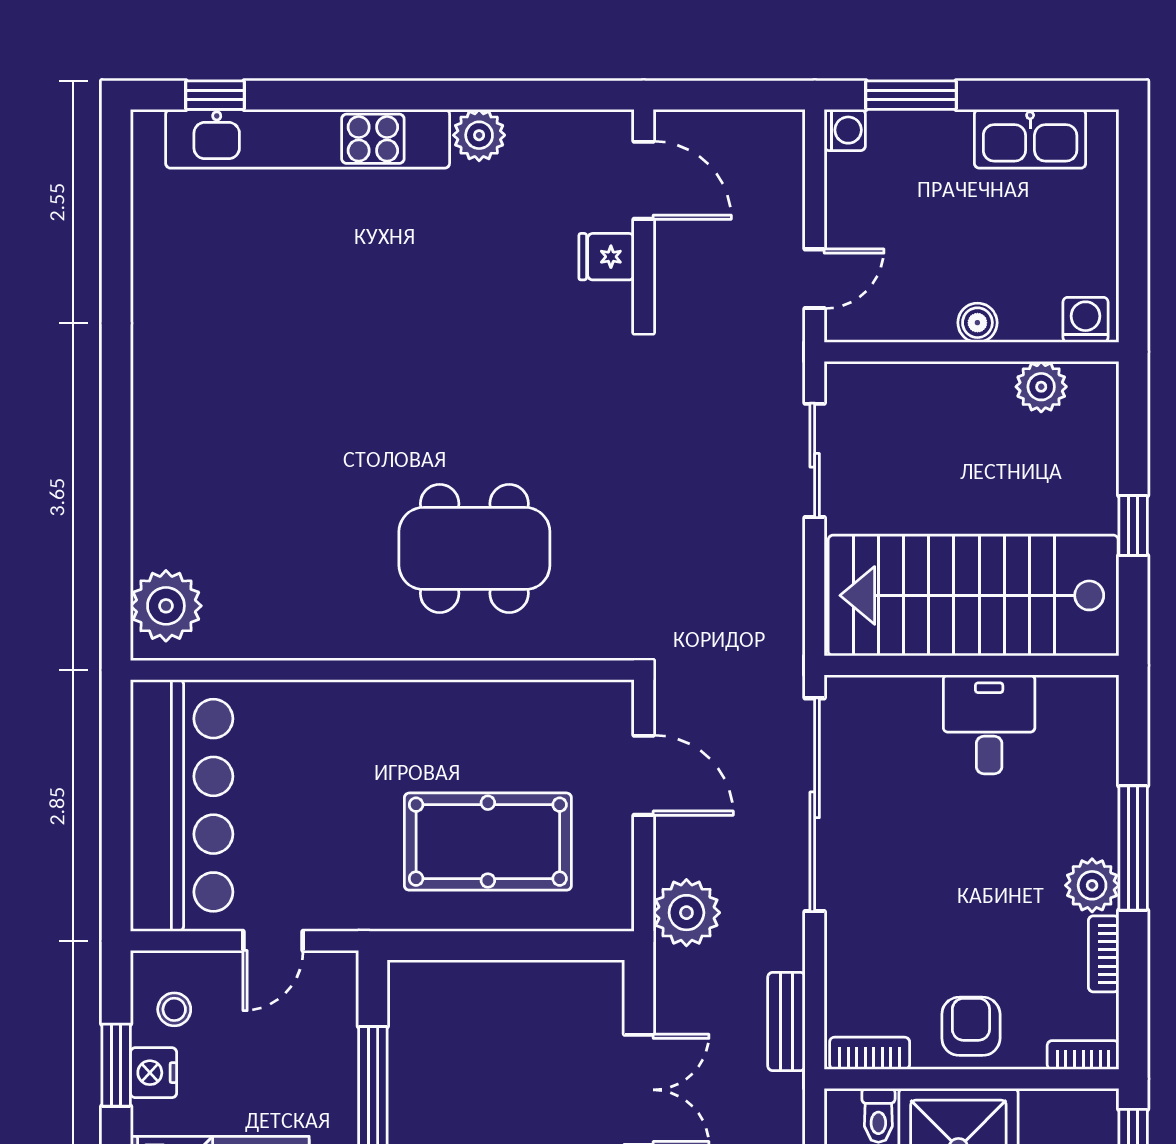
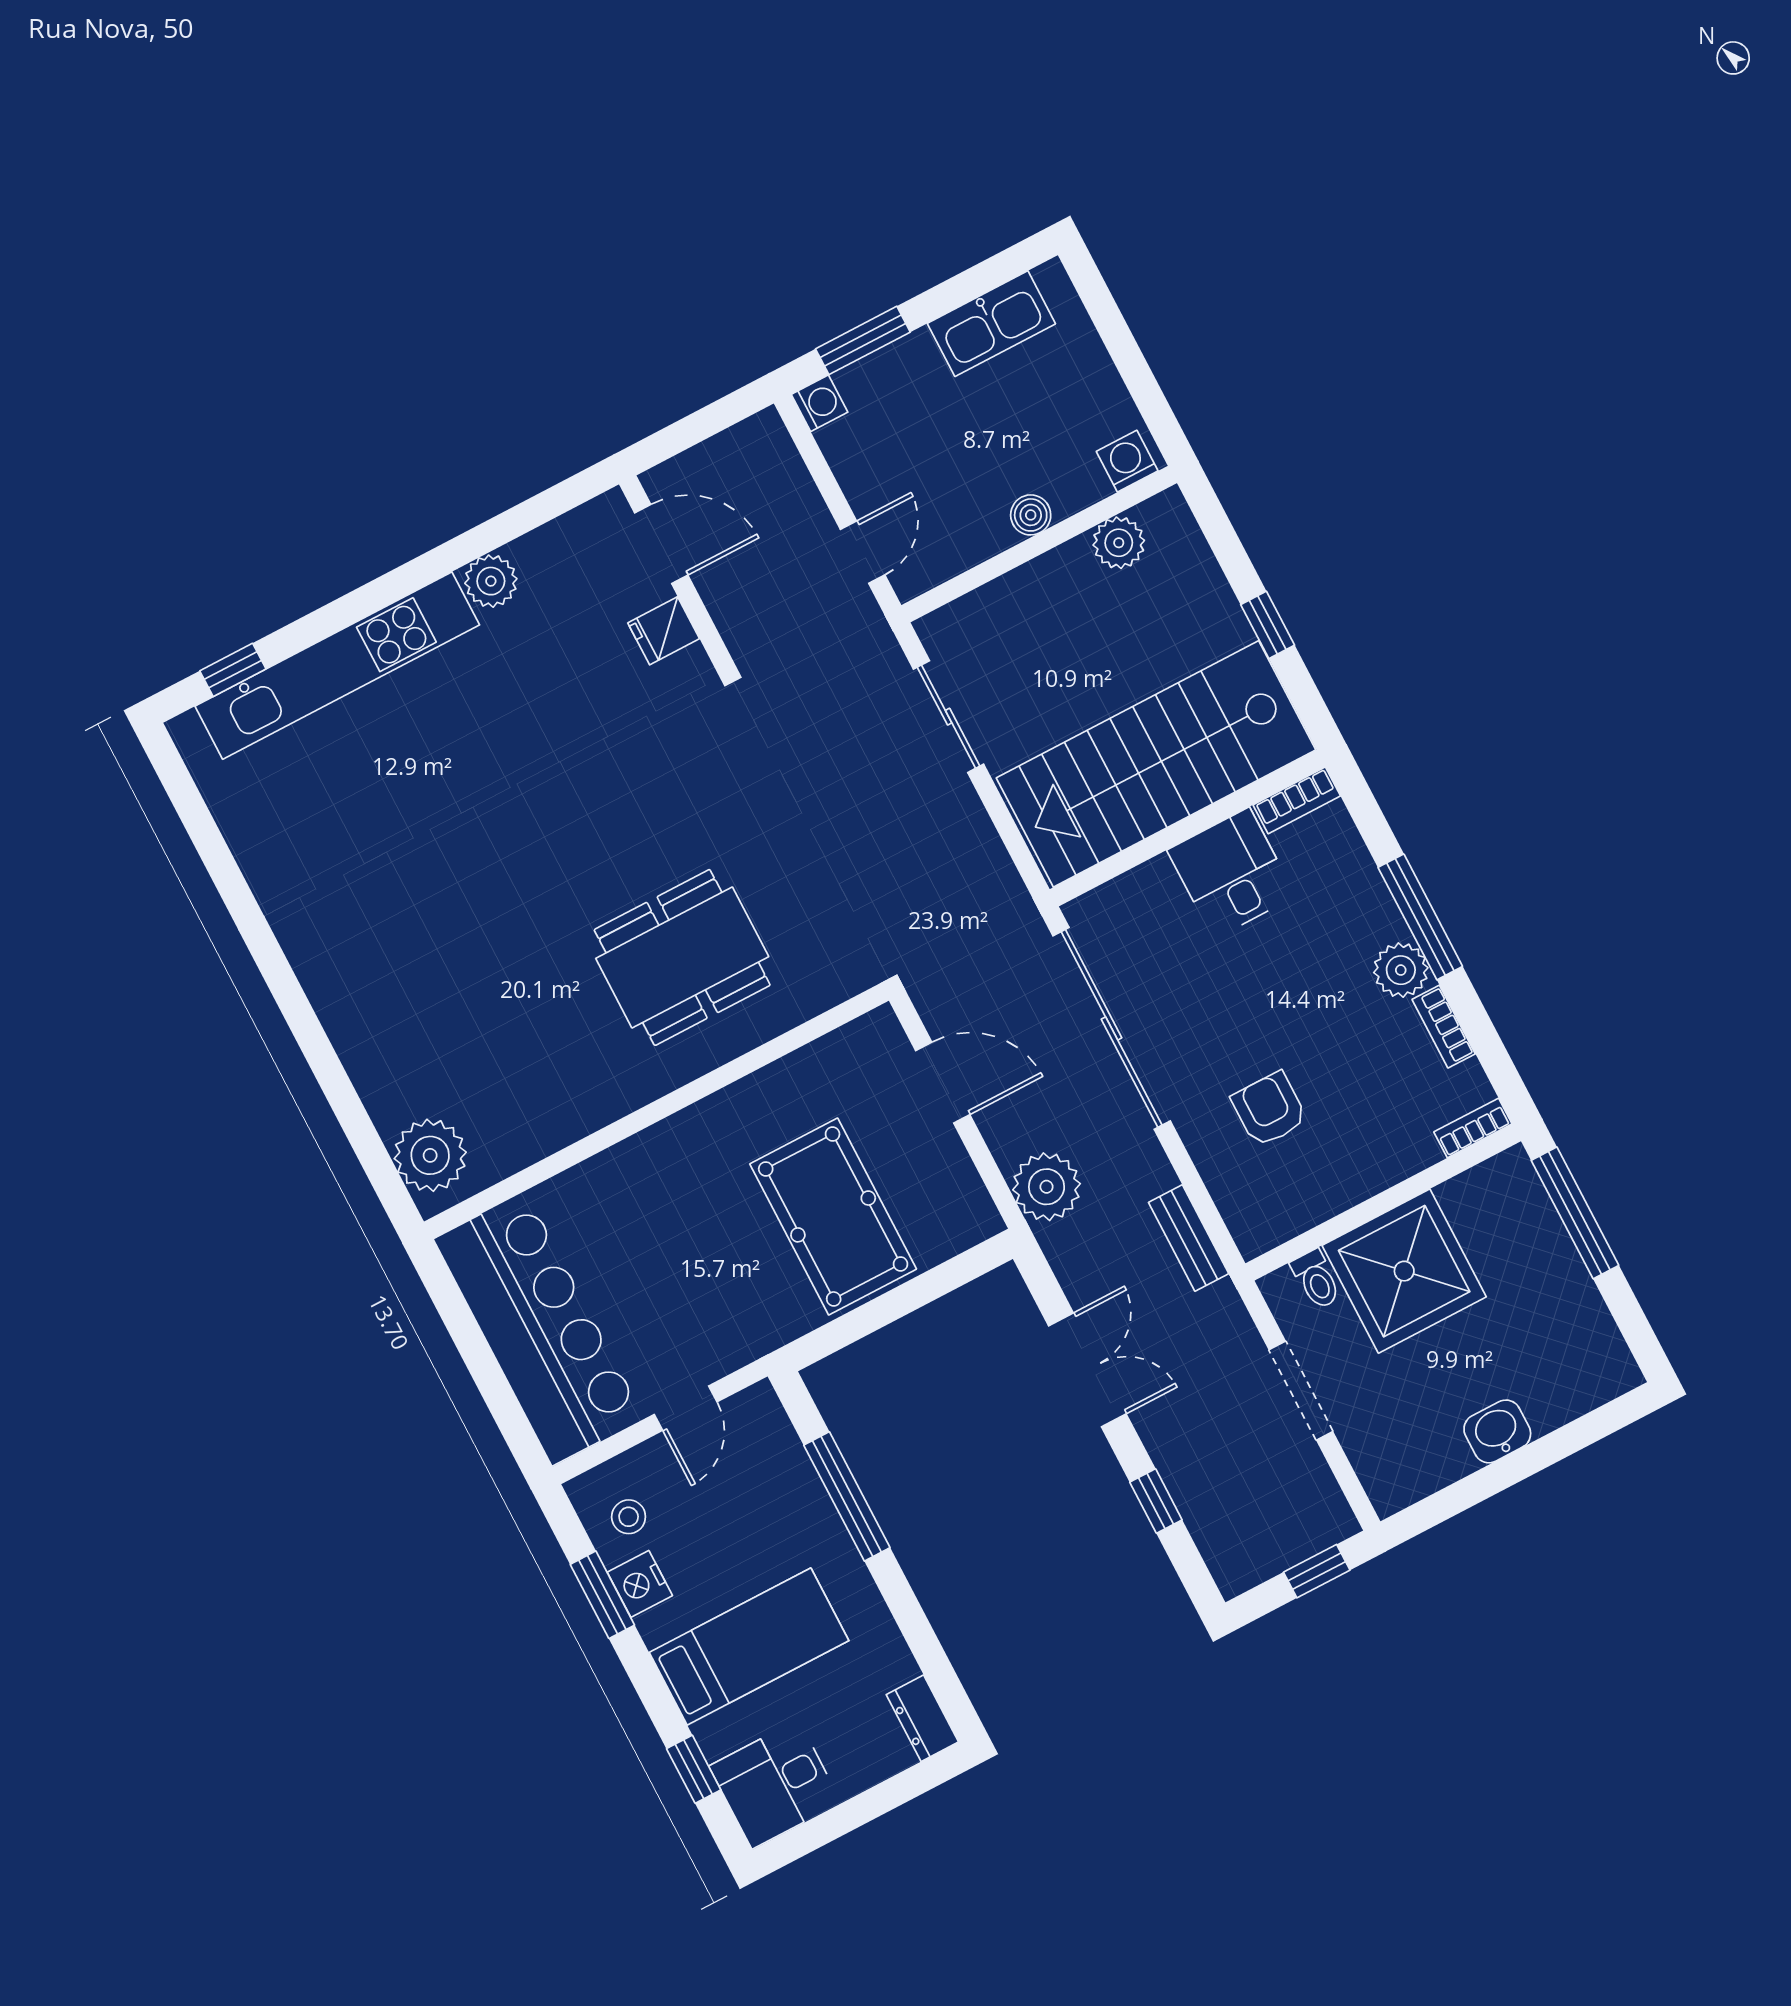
pool table: (488, 842) -> (833, 1216), turned 90
armchair: (971, 1026) -> (1269, 1109), moved
bookcase: (870, 1053) -> (1297, 800), moved, turned 180

